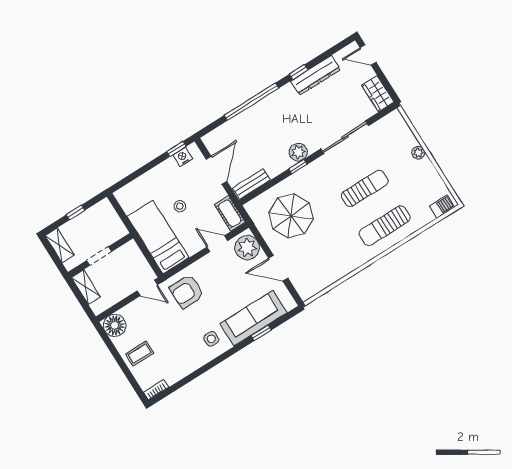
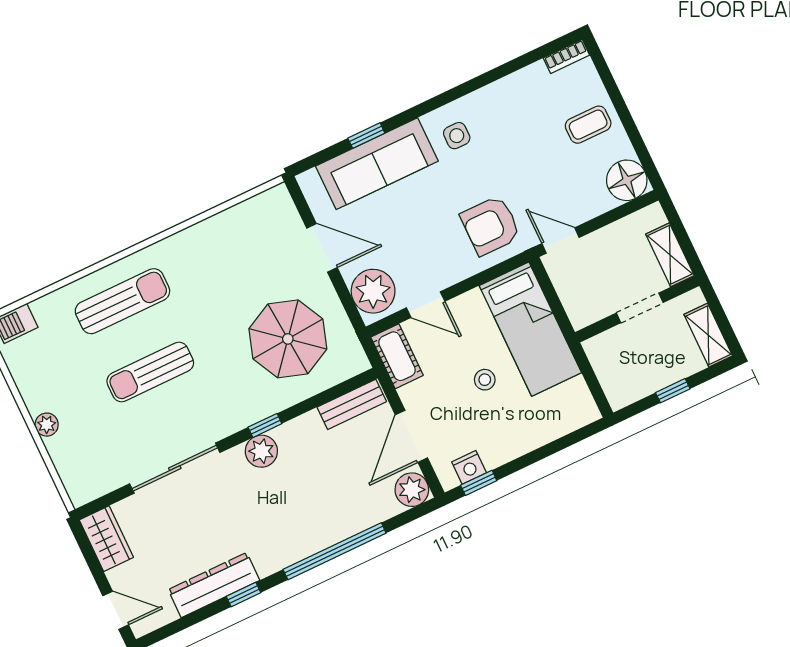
plant: (213, 141) -> (412, 490), added
armchair: (187, 292) -> (491, 226), turned 180

